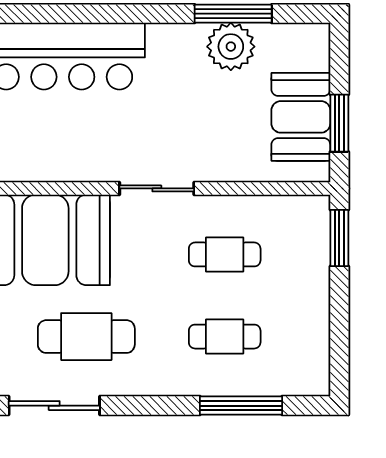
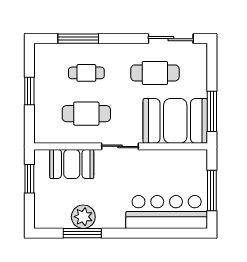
booth: (301, 117) -> (72, 164), moved, turned 90
window: (339, 238) -> (29, 91), moved
cafe table: (225, 254) -> (86, 114), width x1.37, depth x1.35

